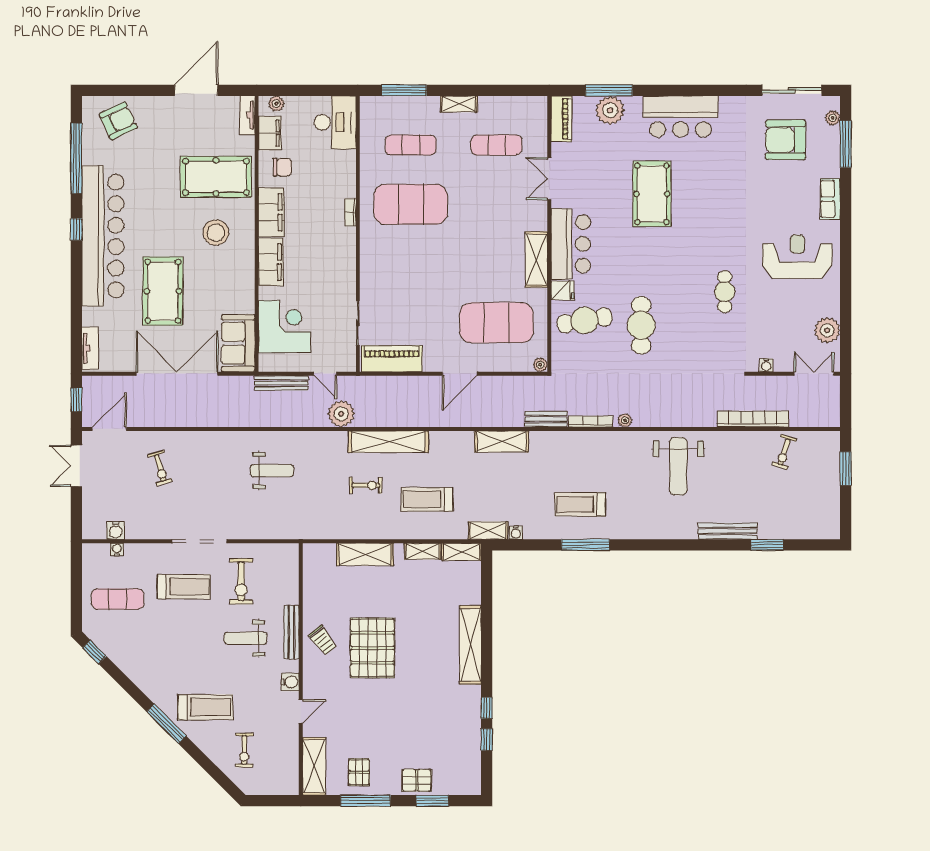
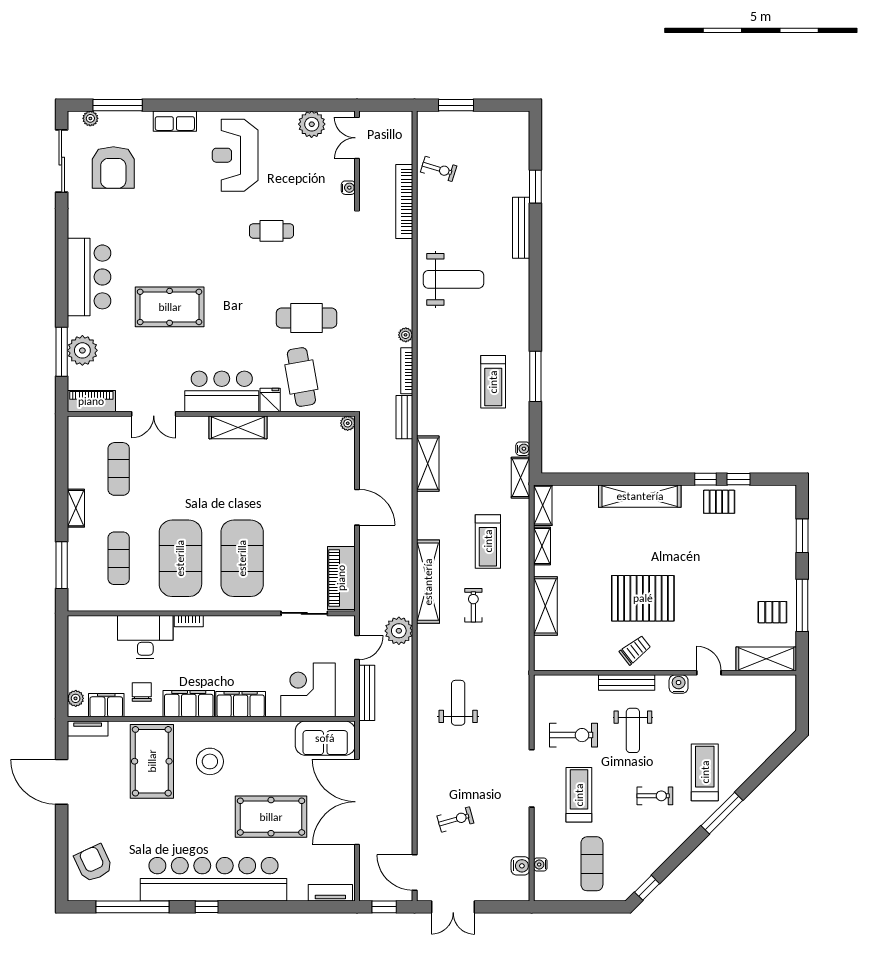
desk: (335, 122) -> (145, 637), moved
exercise mat: (496, 323) -> (242, 558), moved
exercise bike: (244, 750) -> (655, 796), moved
pallet: (417, 780) -> (719, 502), moved, turned 90

